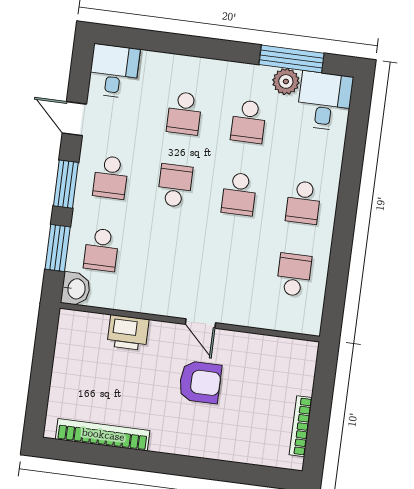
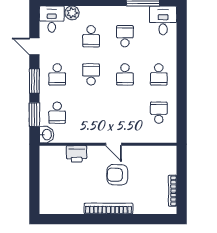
plant: (286, 81) -> (72, 13), moved
school desk: (249, 122) -> (125, 36), turned 180
armchair: (200, 382) -> (117, 175), turned 180
bookcase: (103, 435) -> (109, 209), moved

